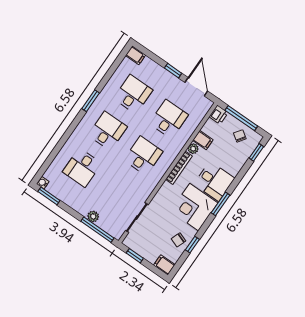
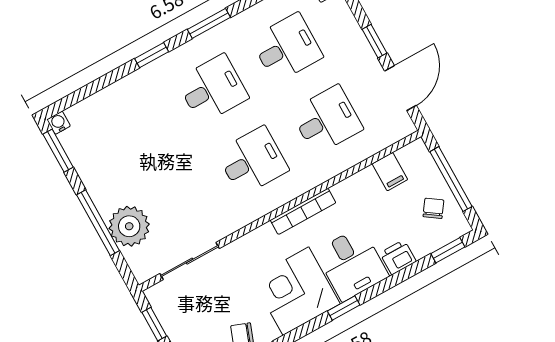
printer: (219, 115) -> (398, 257), moved, turned 180
window: (71, 129) -> (152, 55), added
filing cabinet: (203, 140) -> (390, 172), moved
plant: (193, 149) -> (343, 191), removed
desk: (82, 168) -> (138, 130), removed
window: (221, 204) -> (344, 308), width x0.67
plant: (93, 216) -> (129, 226), width x1.88, depth x1.88
window: (97, 230) -> (98, 223), moved

